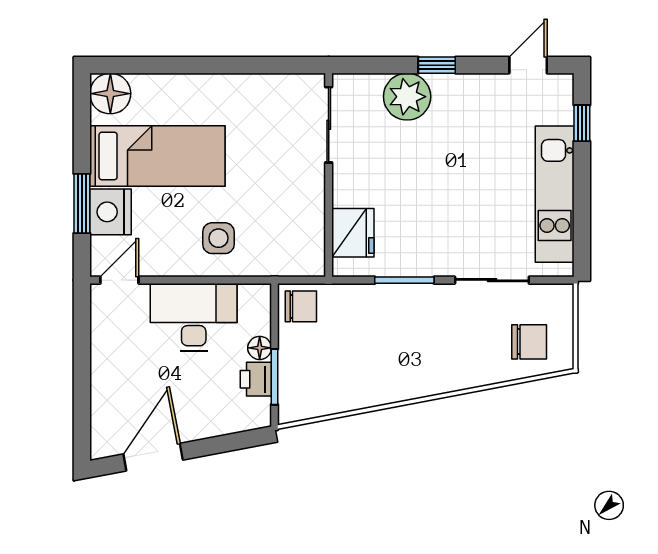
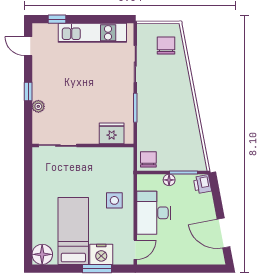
plant: (407, 97) -> (38, 106), width x0.53, depth x0.53
door: (119, 280) -> (135, 250), swing flipped
printer: (256, 379) -> (202, 184), moved, turned 79

